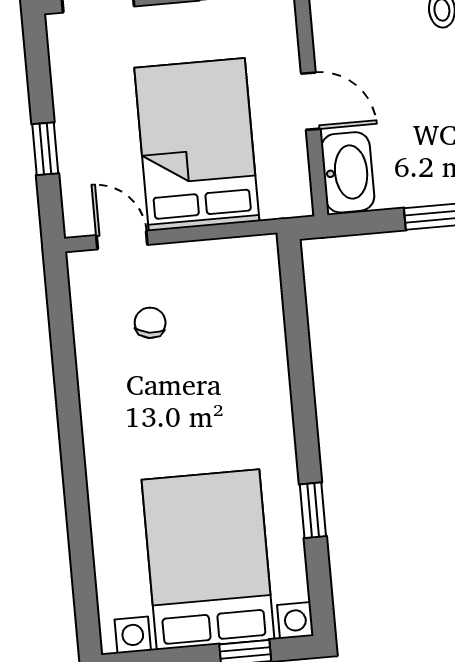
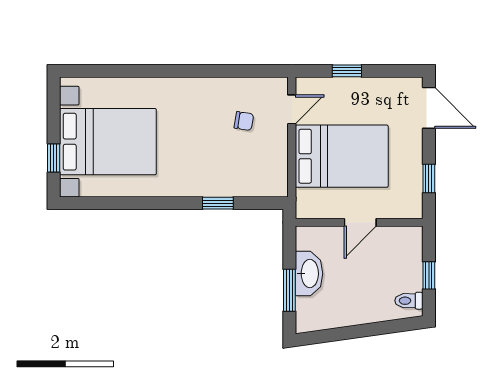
washbasin: (348, 172) -> (309, 274), moved, turned -90
window: (313, 510) -> (218, 203), moved

